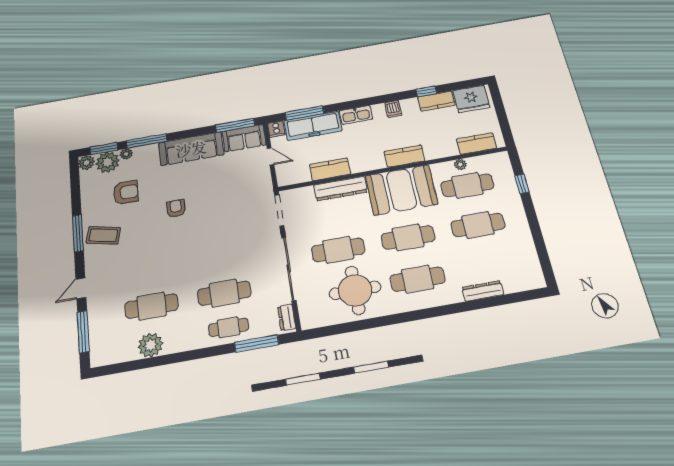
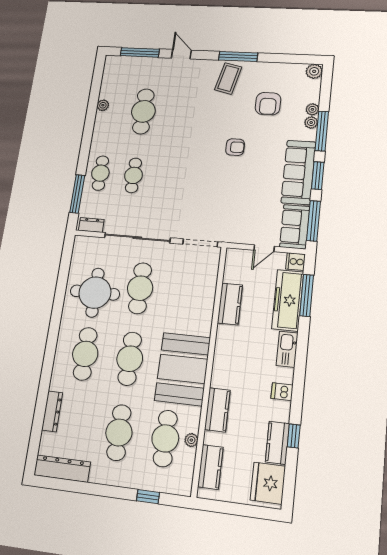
window: (104, 149) -> (318, 176), moved
kitchen counter: (404, 156) -> (217, 410), moved
plant: (108, 162) -> (311, 123), moved, width x0.53, depth x0.53
dresser: (340, 189) -> (62, 469), moved, turned 90
cafe table: (224, 293) -> (133, 175), width x0.73, depth x0.74
plant: (150, 345) -> (103, 105), width x0.53, depth x0.53

